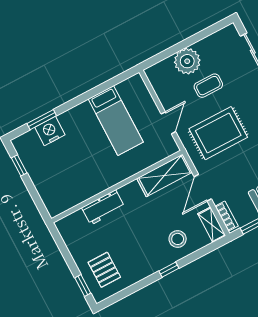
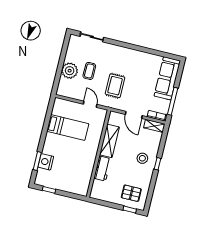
rug: (218, 133) -> (115, 86), width x0.73, depth x0.70
shelving: (165, 175) -> (109, 141), moved
stool: (178, 239) -> (142, 158), moved

